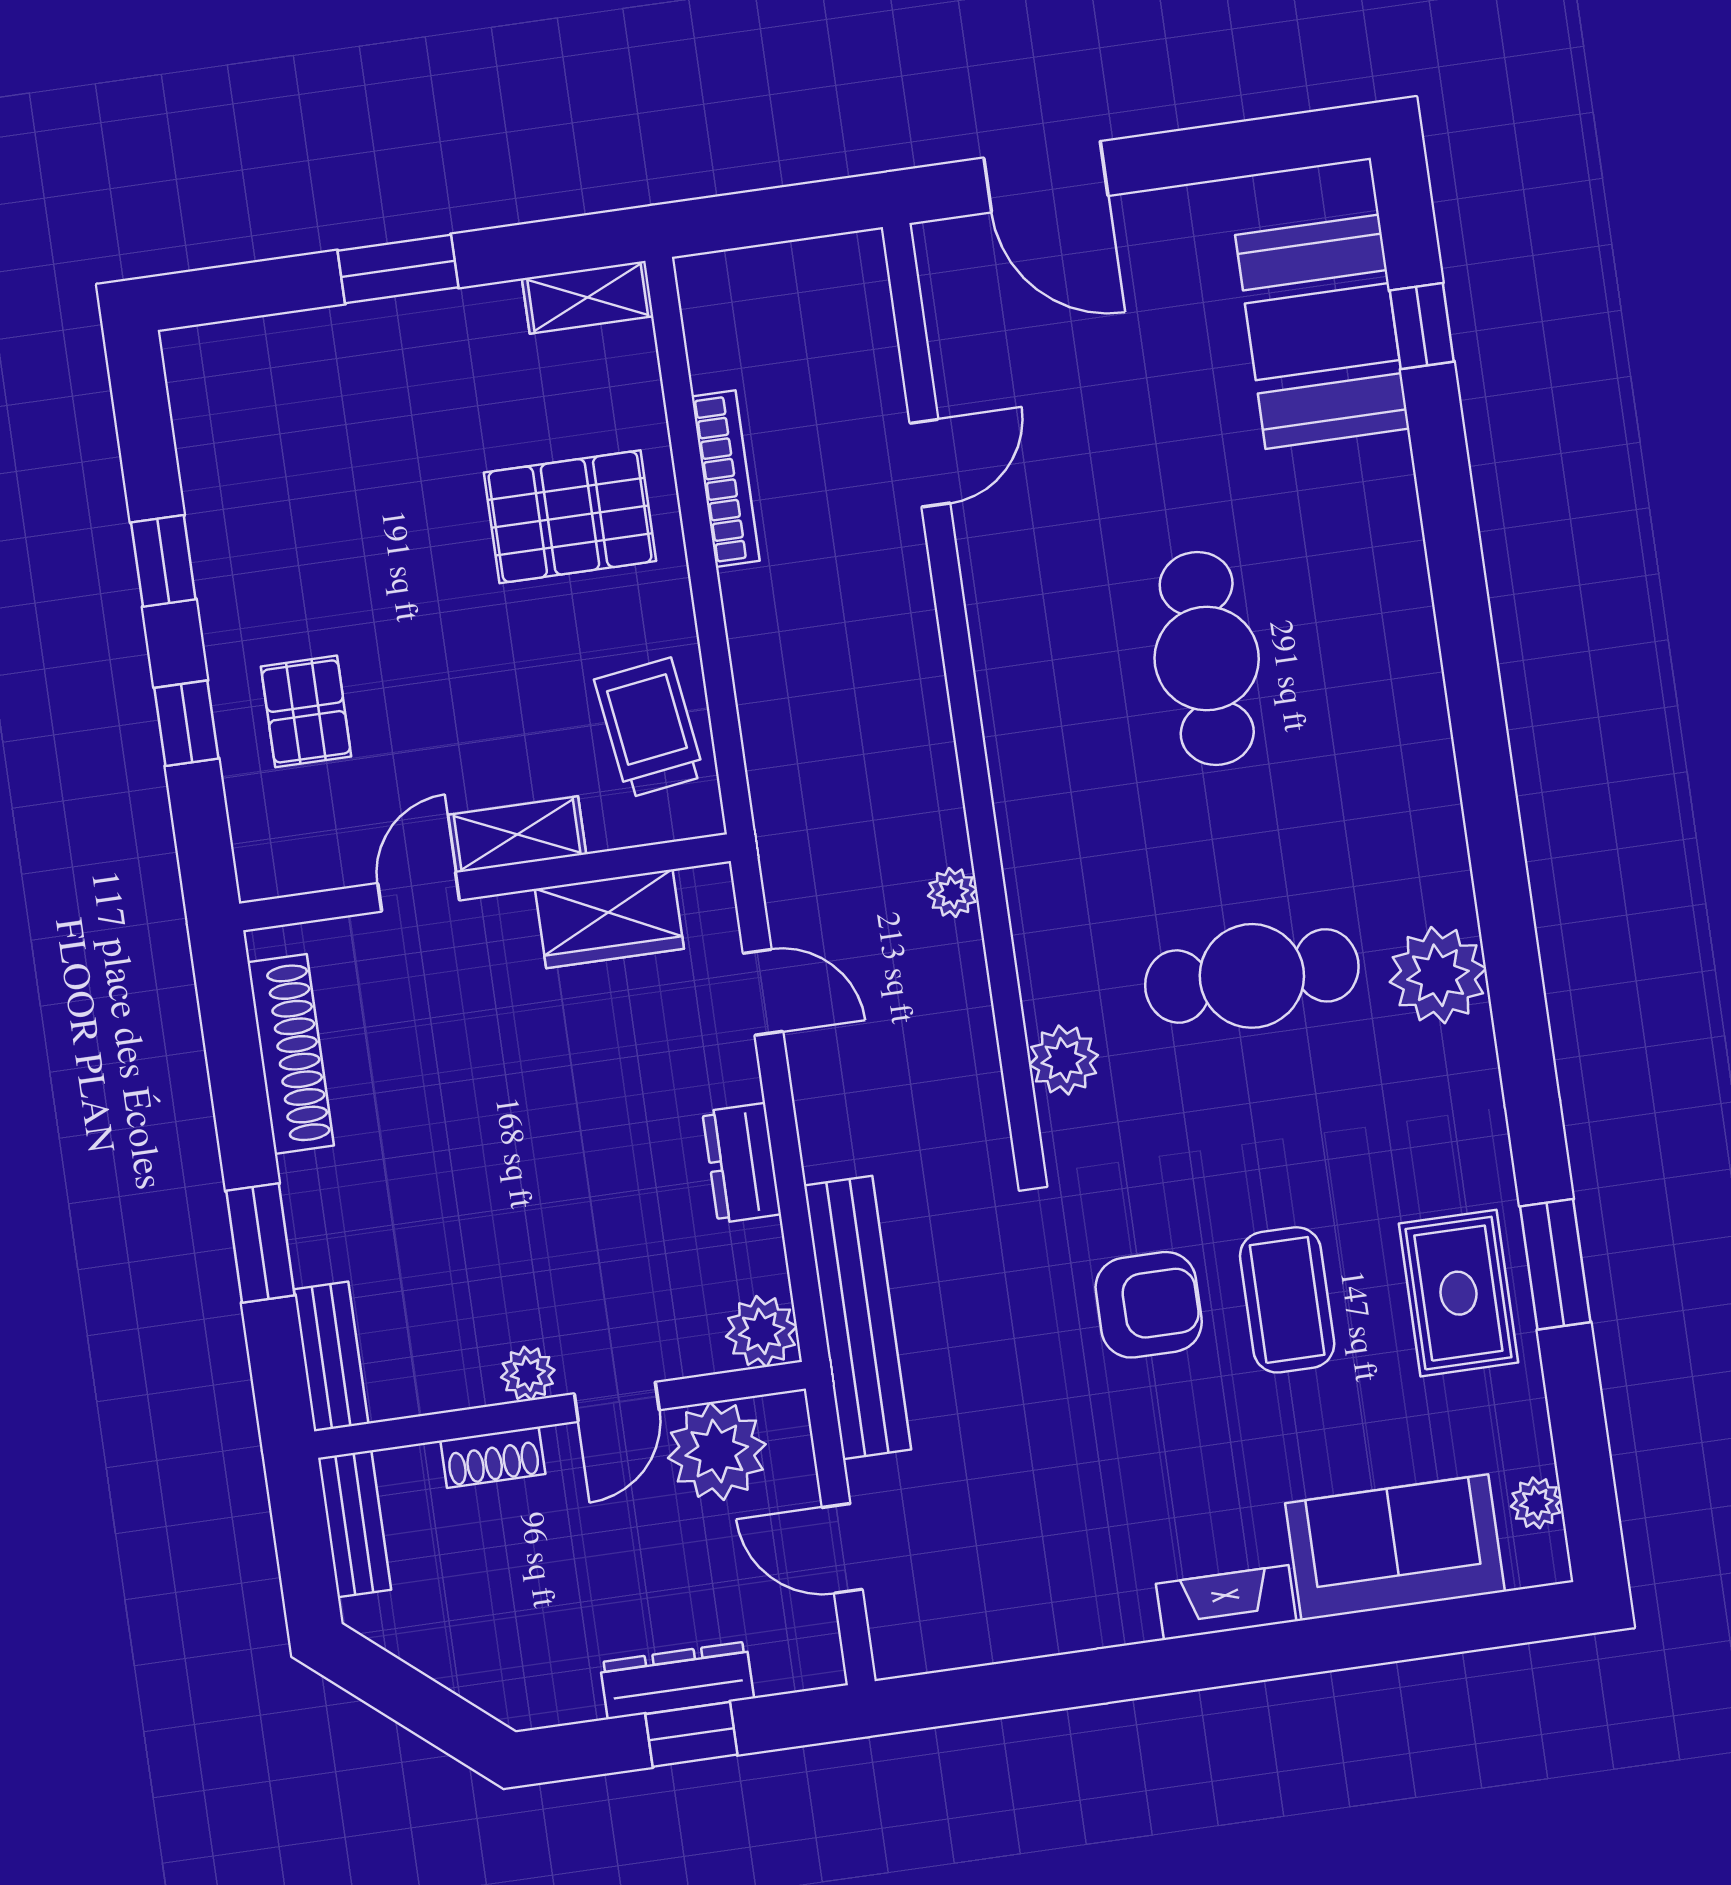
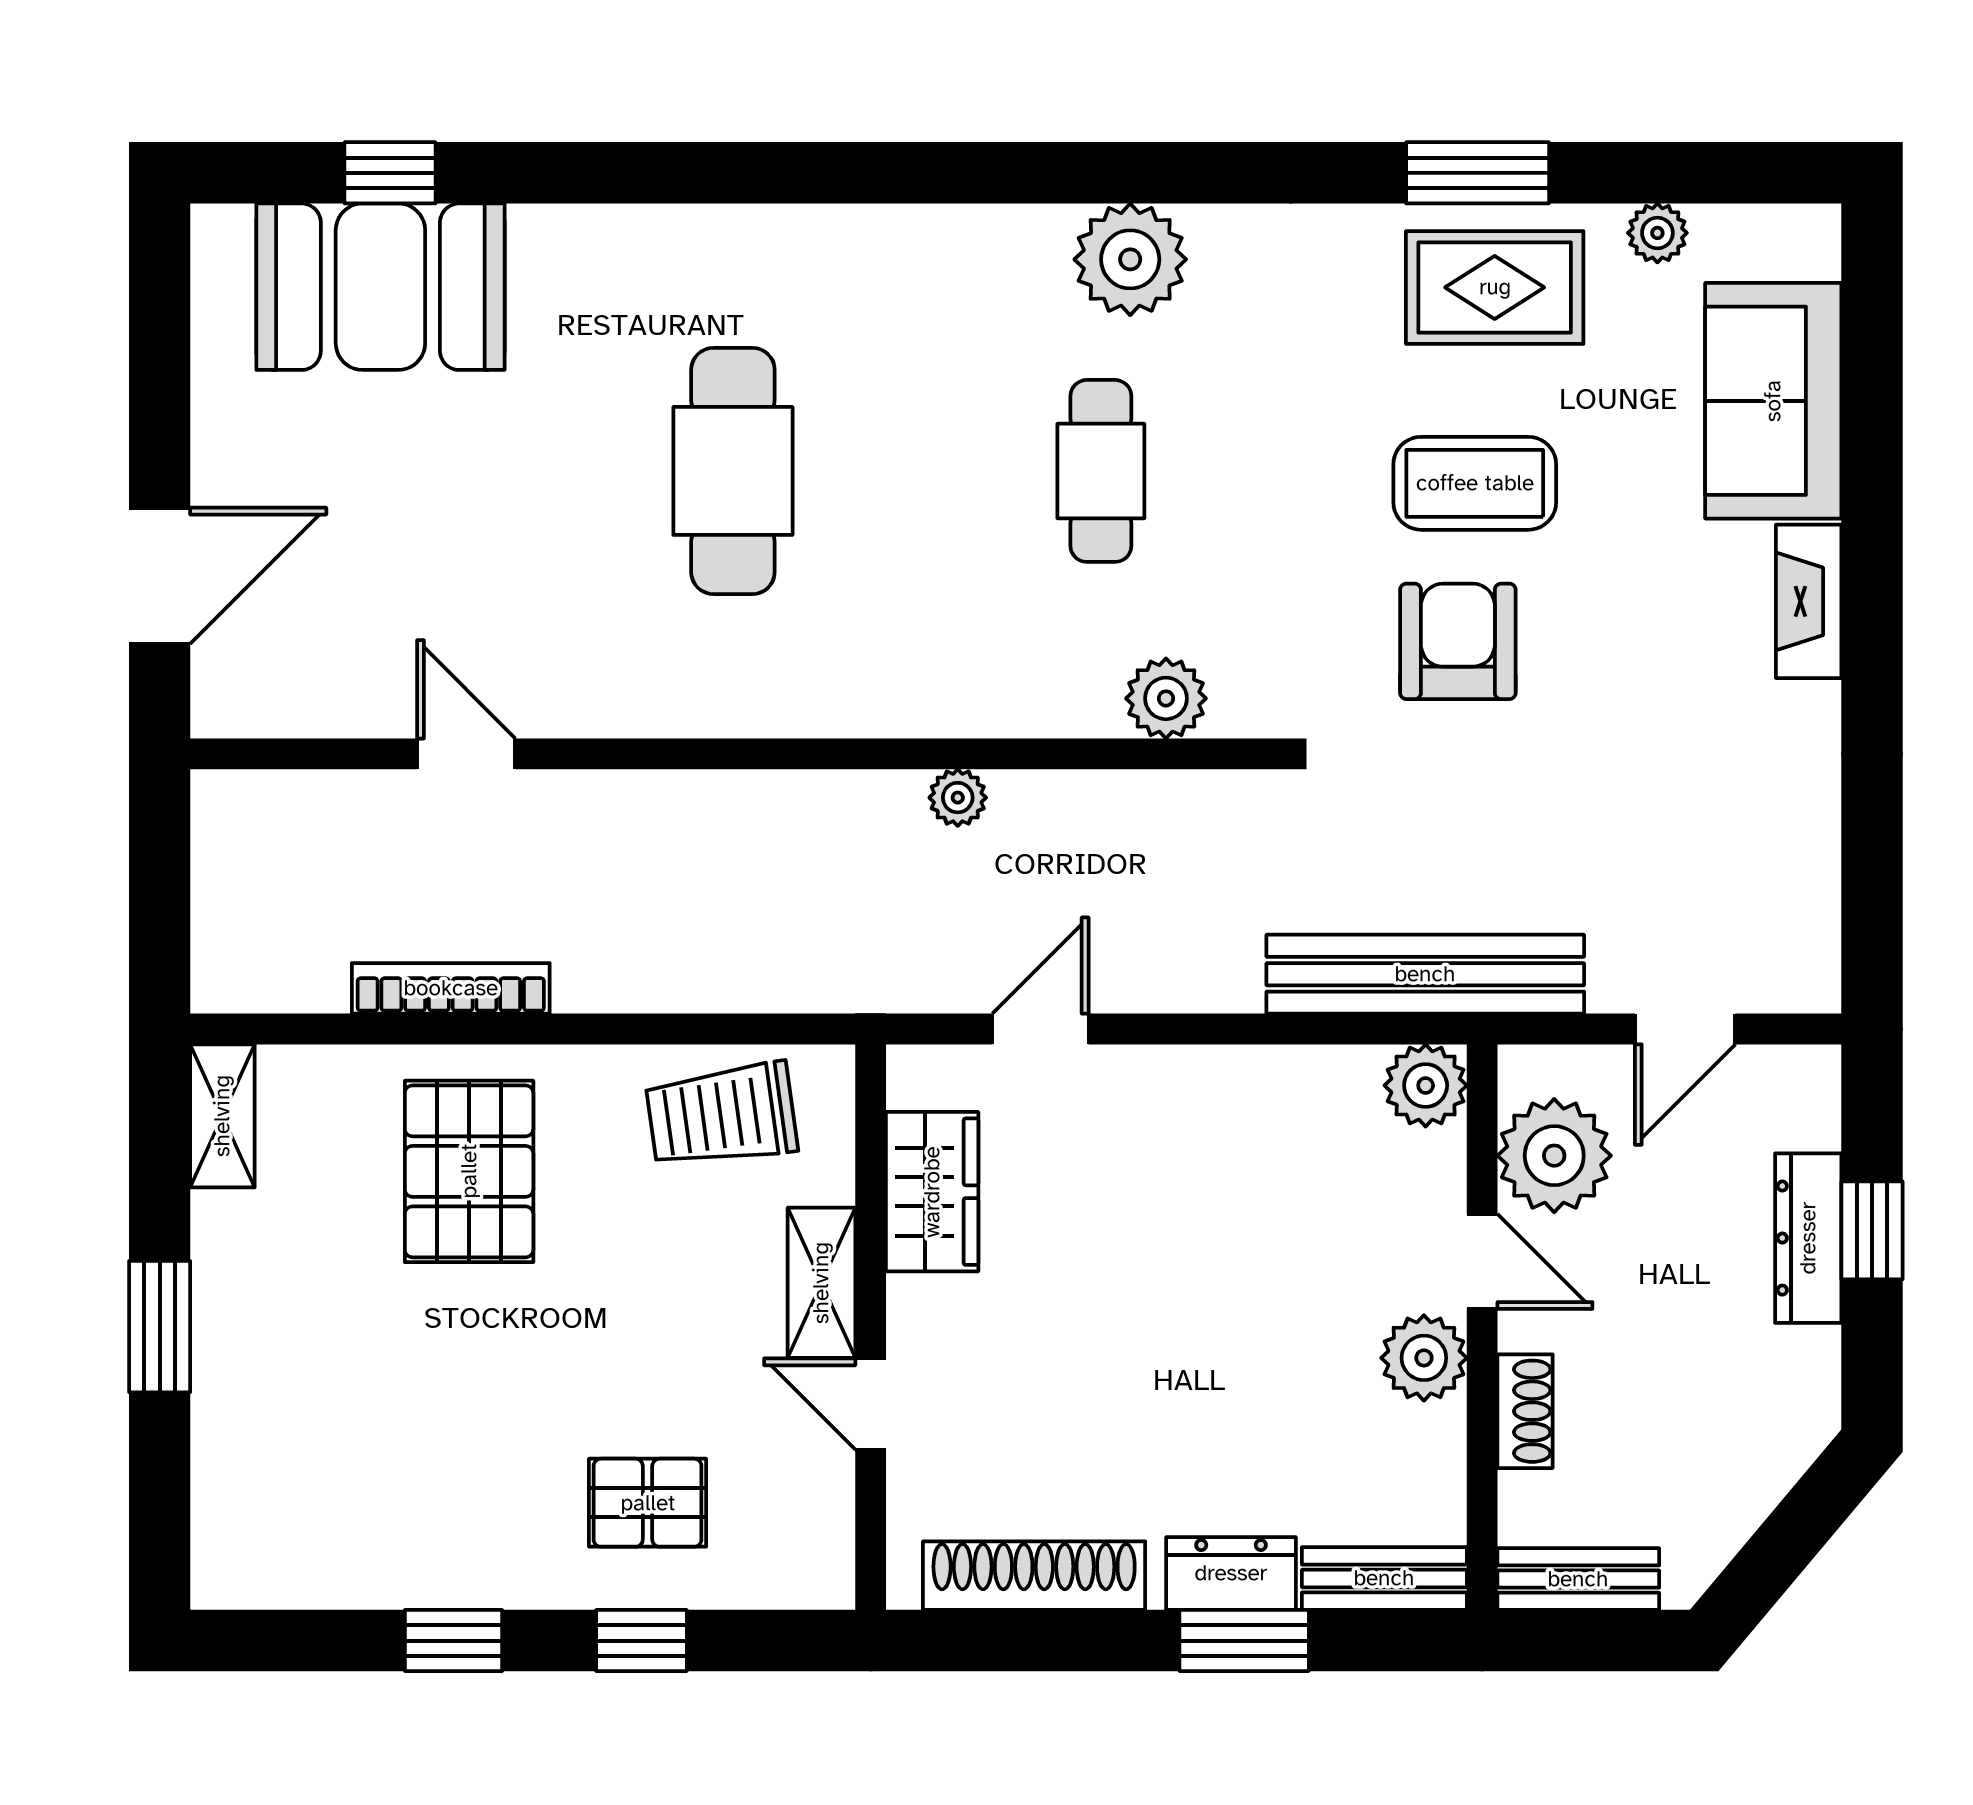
cafe table: (1207, 658) -> (733, 471), turned 90
cafe table: (1252, 976) -> (1101, 471), width x0.73, depth x0.74
dresser: (742, 1163) -> (1231, 1573), moved, turned 180
plant: (528, 1374) -> (1424, 1358), width x1.38, depth x1.38
plant: (1536, 1503) -> (1657, 233), moved

